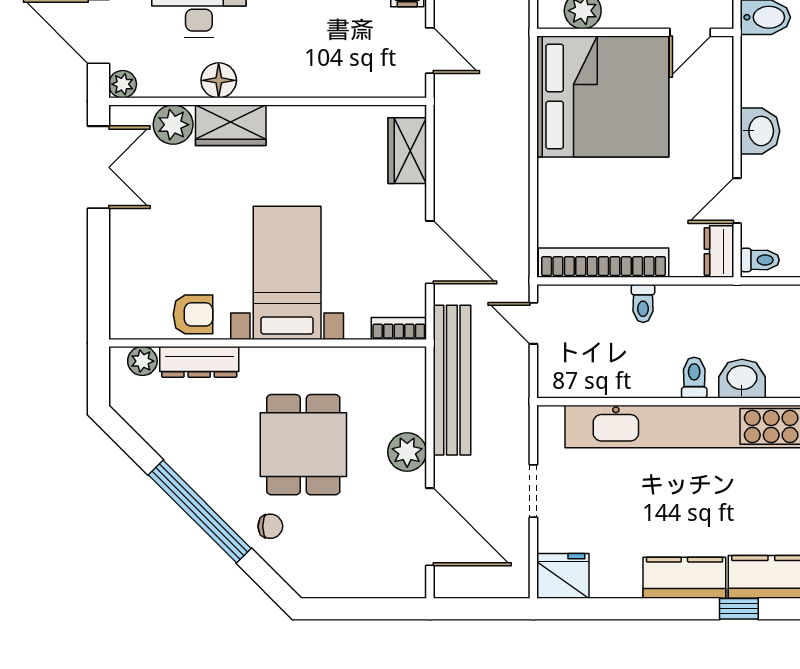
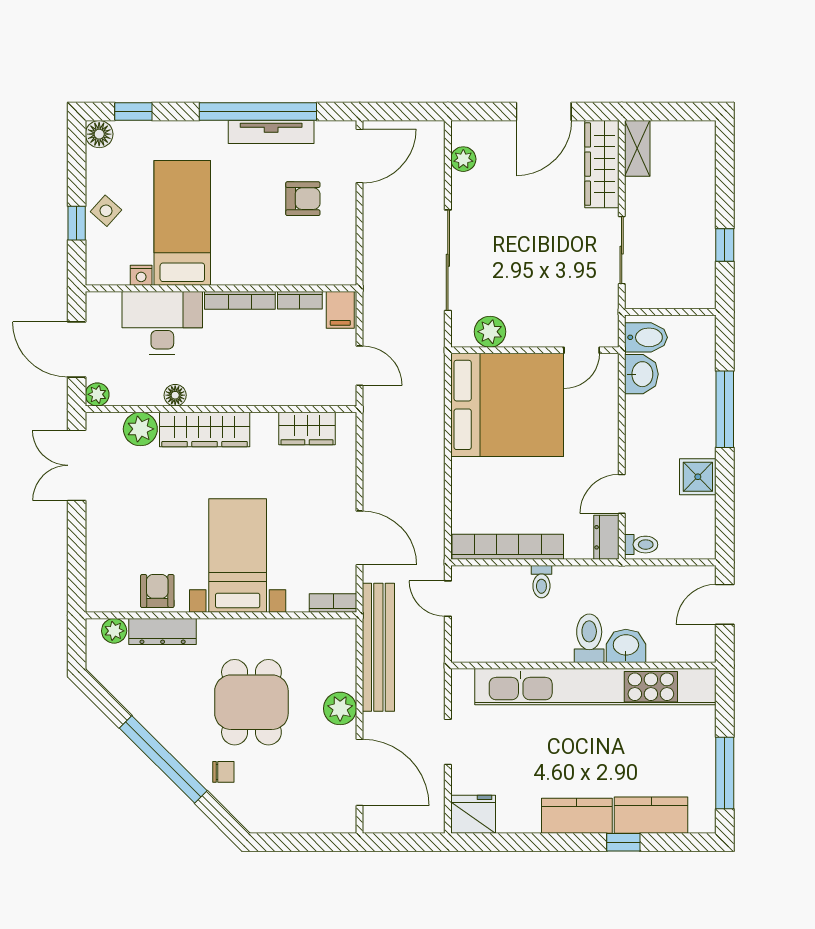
floor lamp: (219, 80) -> (175, 395), width x0.73, depth x0.73
wardrobe: (231, 125) -> (205, 429), width x1.50
washbasin: (760, 131) -> (641, 374), moved
wardrobe: (407, 151) -> (307, 428), moved, turned -90
double door: (99, 167) -> (77, 465), swing flipped
armchair: (193, 314) -> (157, 591), turned -90
toilet: (694, 378) -> (589, 638), width x1.37, depth x1.39

